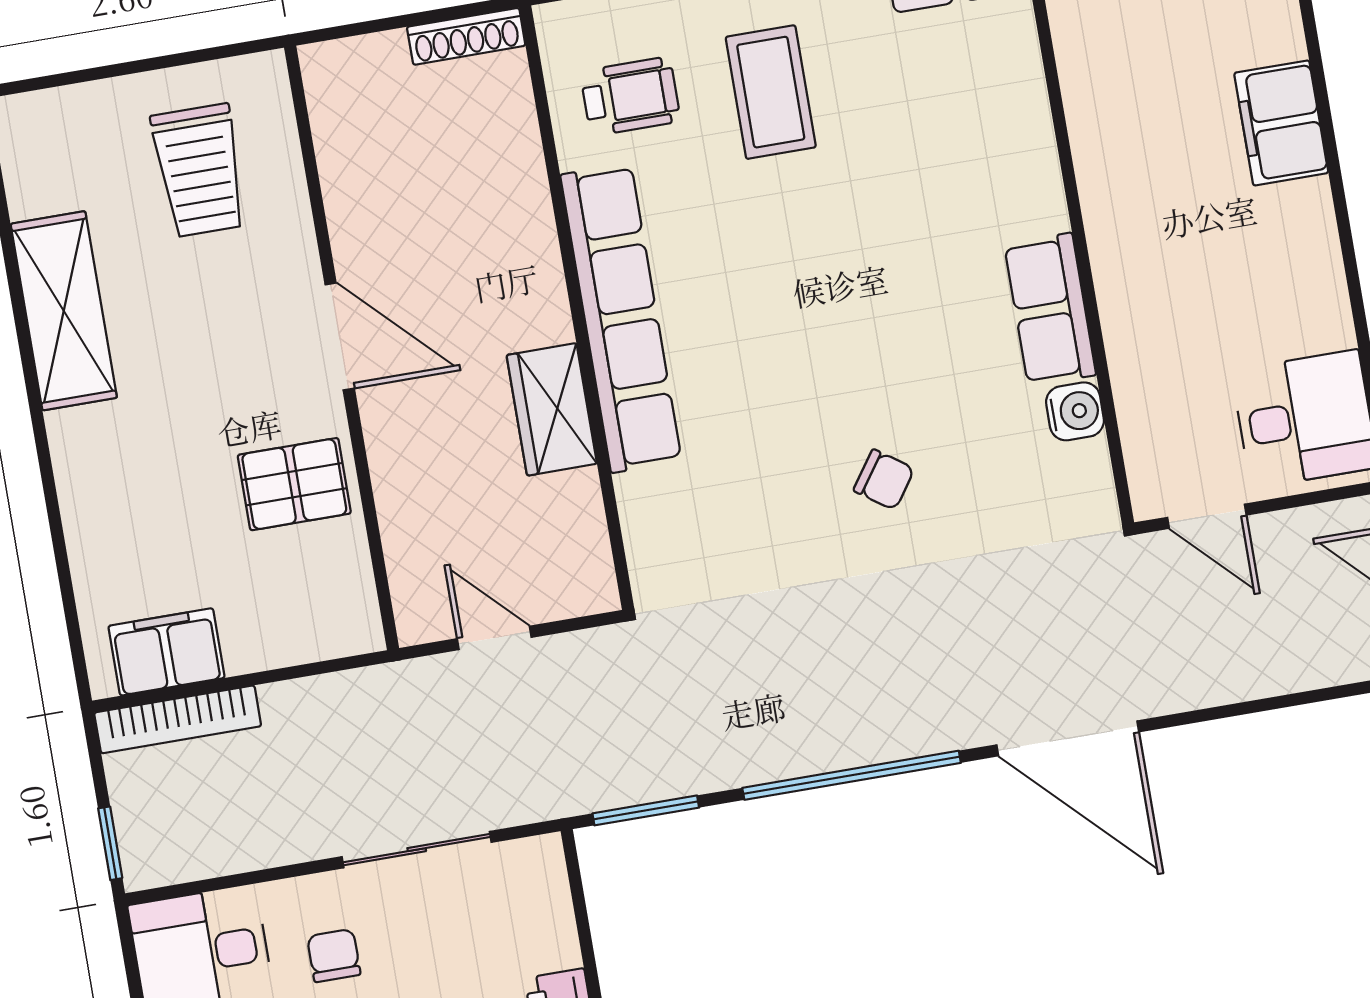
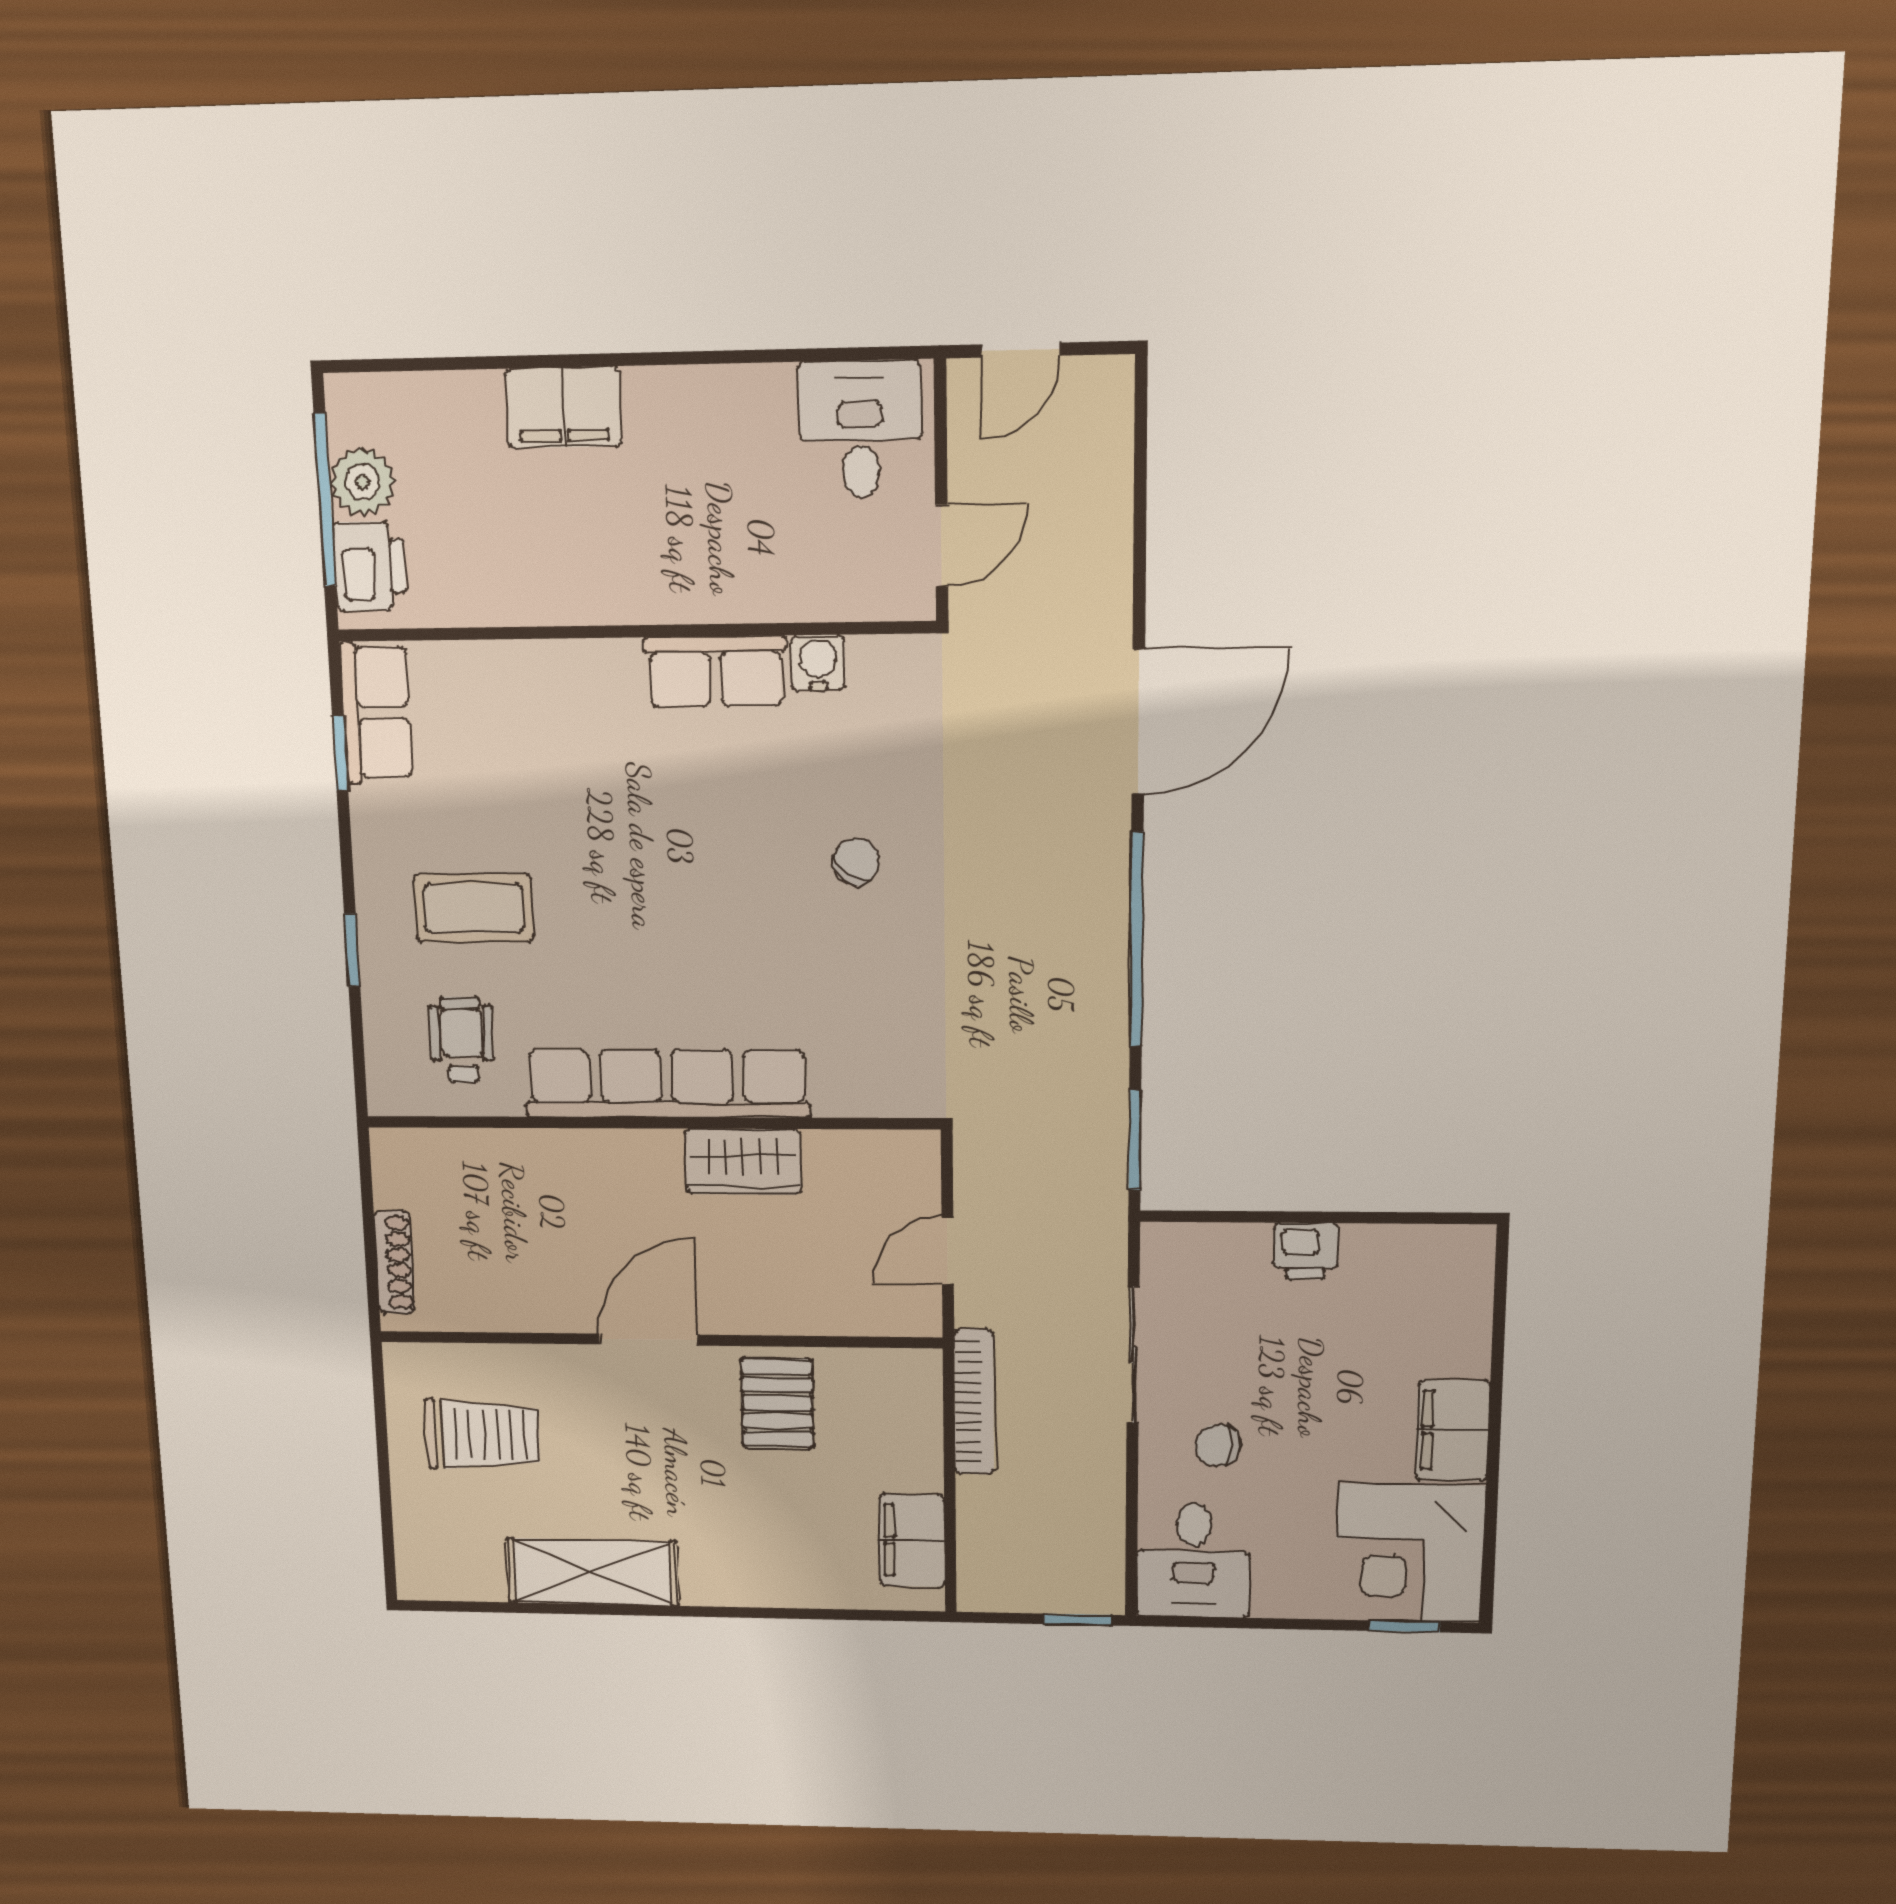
shoe rack: (466, 36) -> (394, 1262), moved
bookcase: (178, 719) -> (974, 1402), moved

